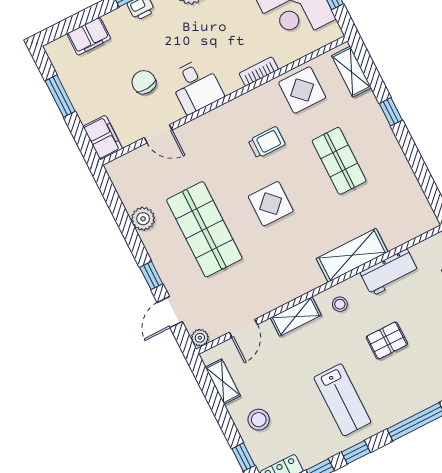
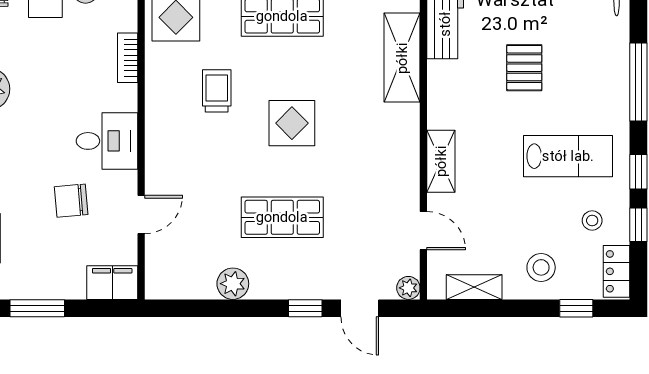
shop shelf: (204, 229) -> (282, 217), width x0.70, depth x0.74
stool: (340, 304) -> (592, 221), moved

